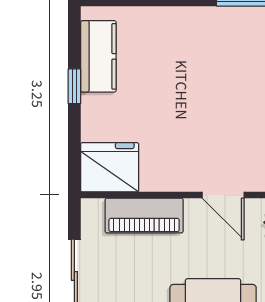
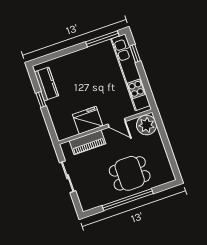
fridge: (110, 167) -> (88, 120), moved

